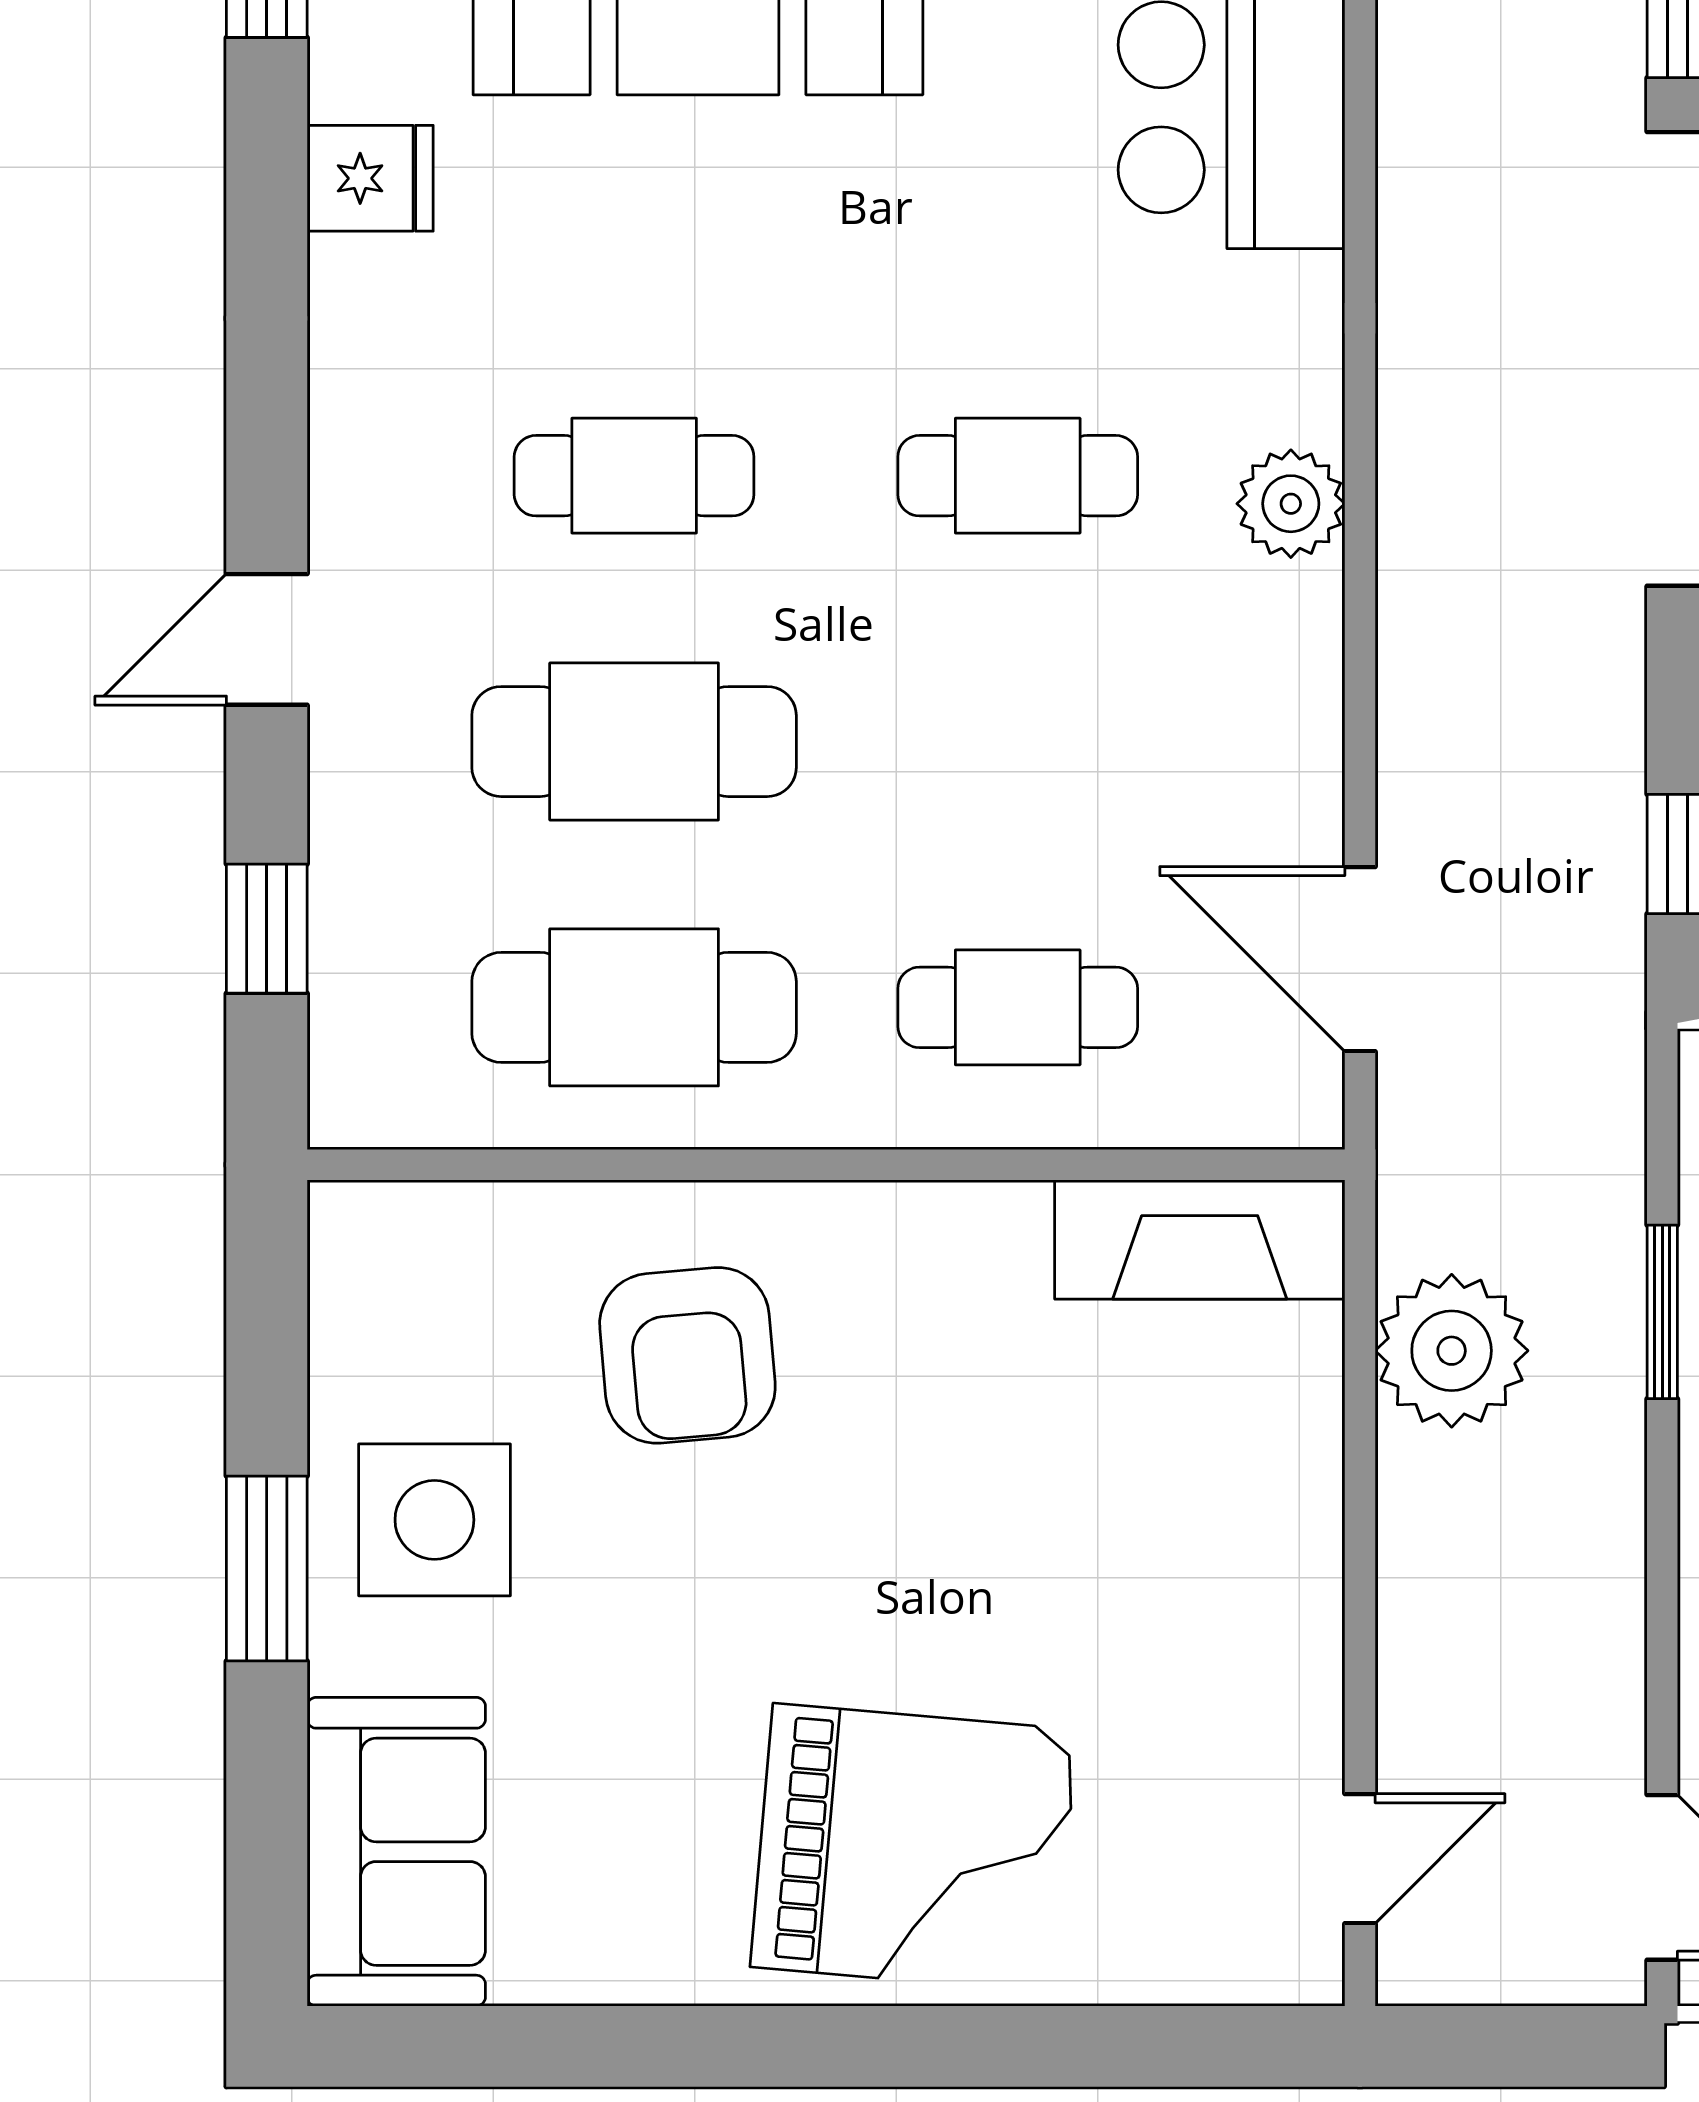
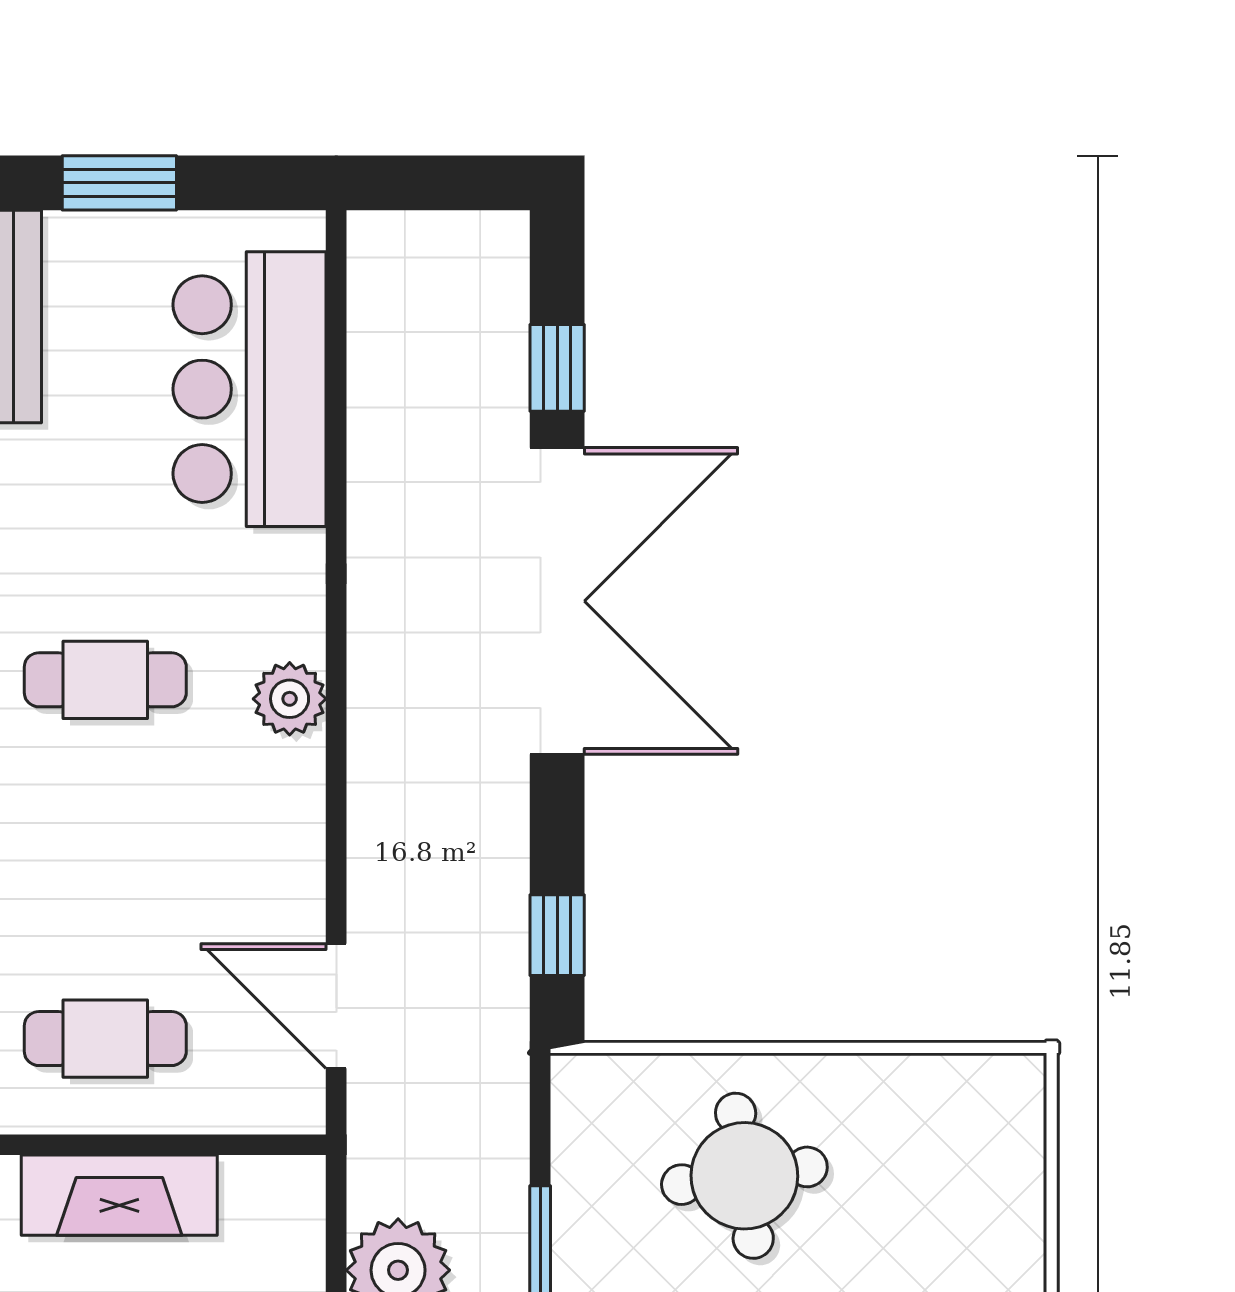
fireplace: (1200, 1239) -> (119, 1195), moved

